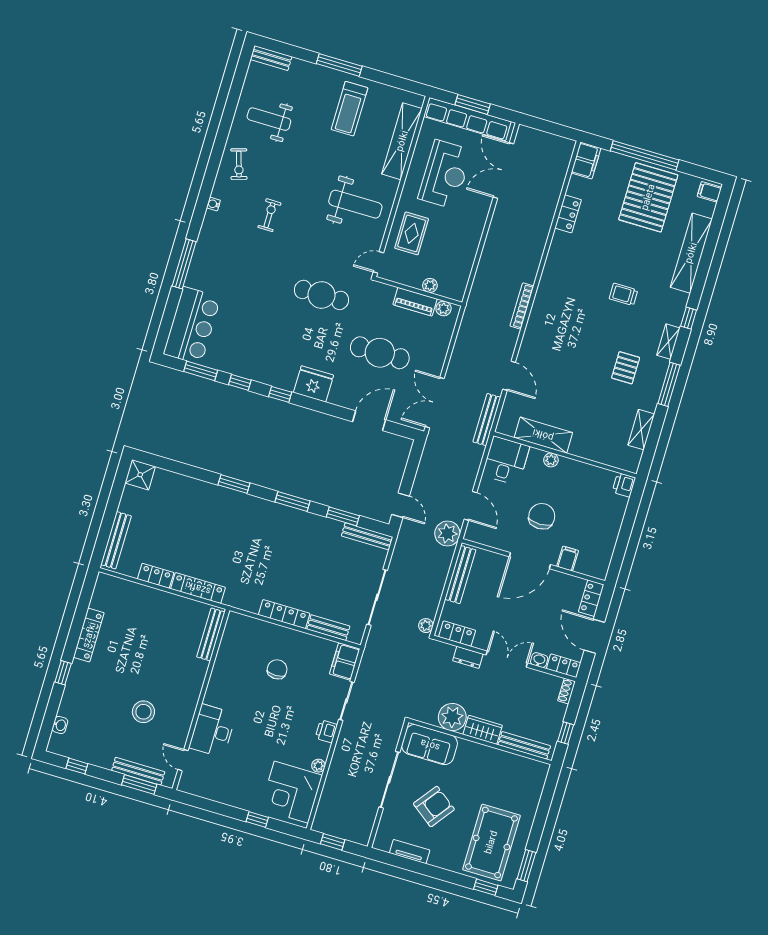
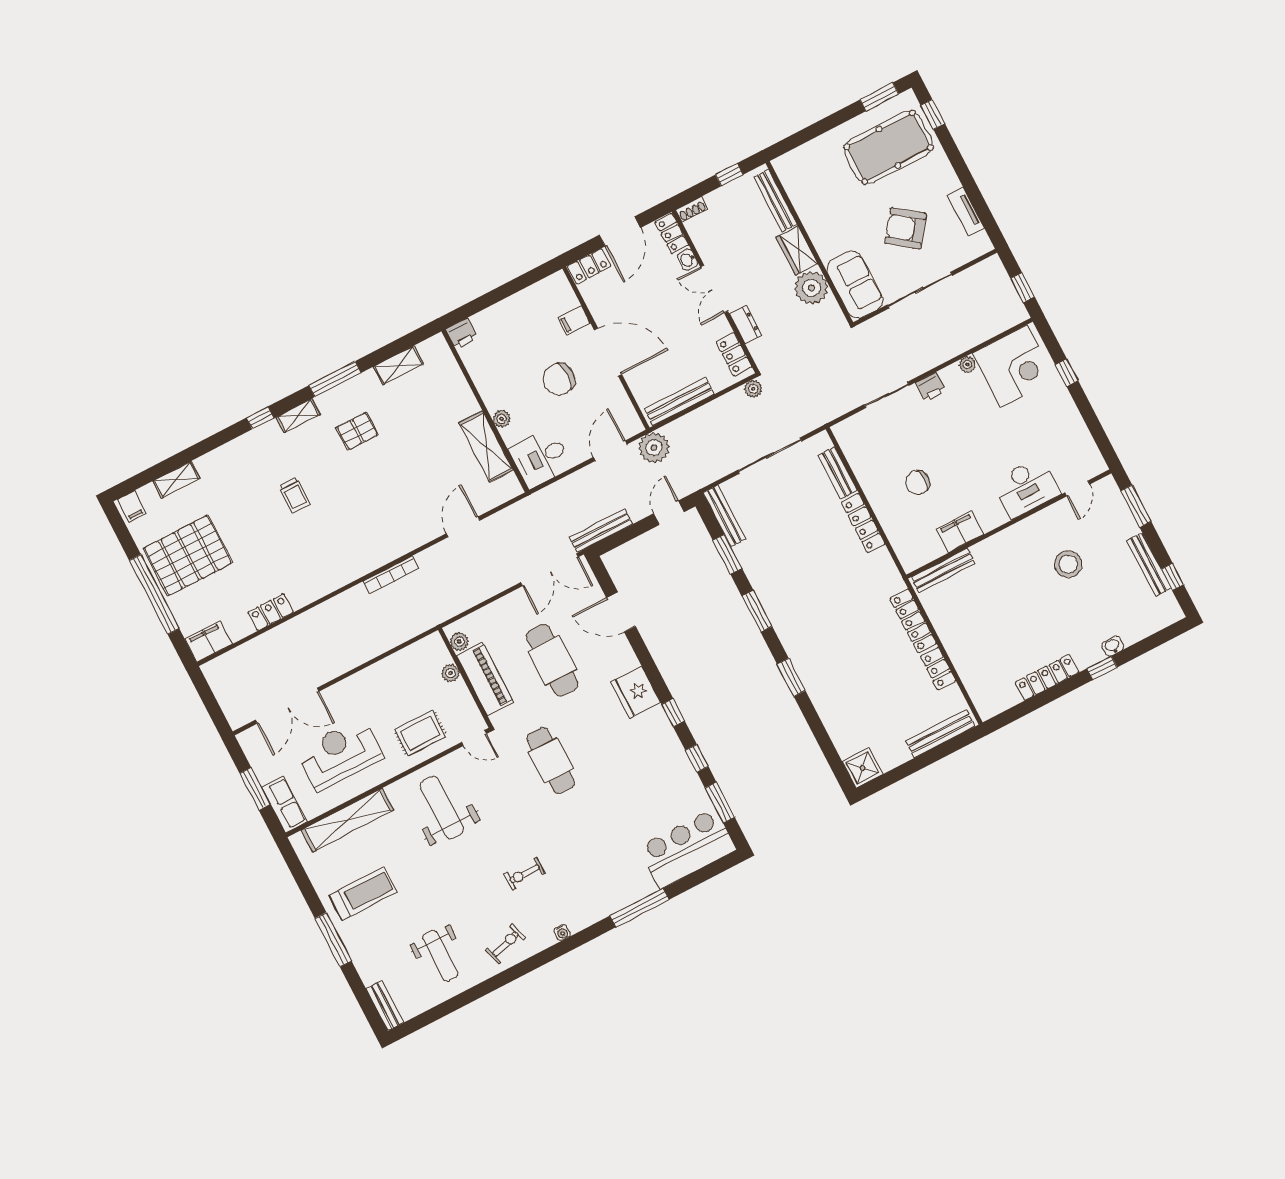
row of seats: (467, 119) -> (284, 805), width x0.50
shelving: (691, 253) -> (176, 480), width x0.45, depth x0.75
piano: (415, 302) -> (485, 679), width x1.37, depth x1.33
bench: (487, 420) -> (601, 531), moved
filing cabinet: (345, 661) -> (960, 532), moved, turned 180
washbasin: (60, 725) -> (1113, 646), moved
bench: (138, 771) -> (1149, 564), moved

